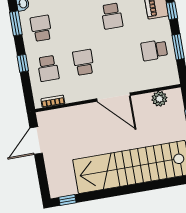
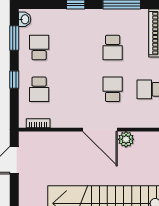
school desk: (83, 62) -> (113, 89), moved
plant: (159, 99) -> (126, 139), moved

